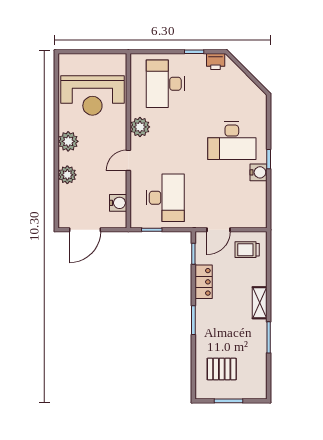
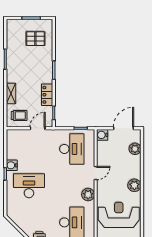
plant: (67, 175) -> (135, 149), moved
desk: (165, 198) -> (72, 149), turned 180
water cooler: (118, 203) -> (102, 135), moved
shelving: (260, 303) -> (11, 93), moved

